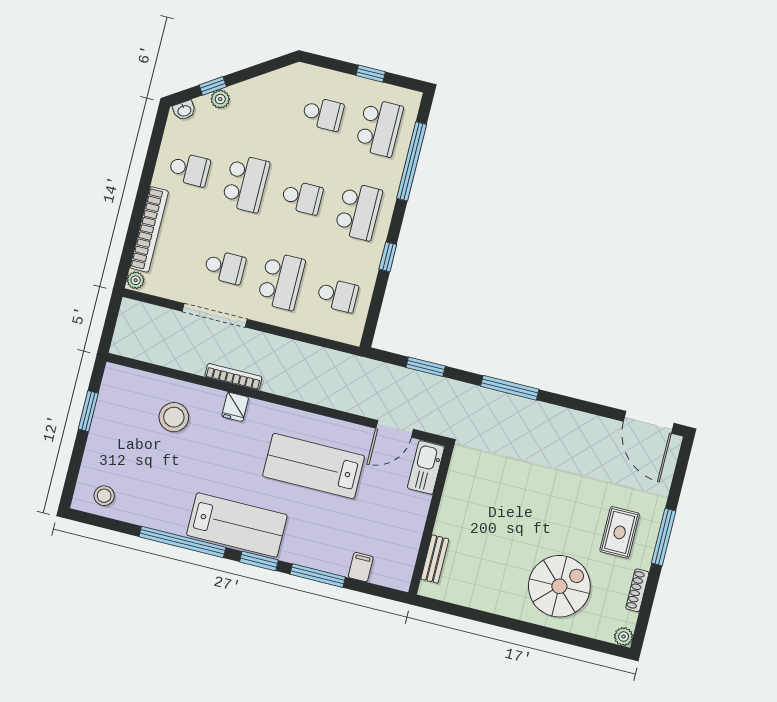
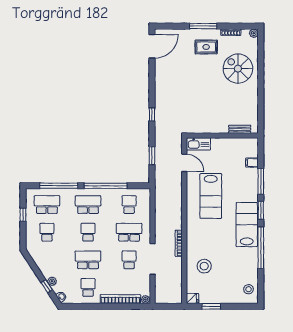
window: (388, 257) -> (106, 186), width x3.17
window: (510, 388) -> (152, 114), width x0.46
fridge: (235, 407) -> (192, 298), moved

